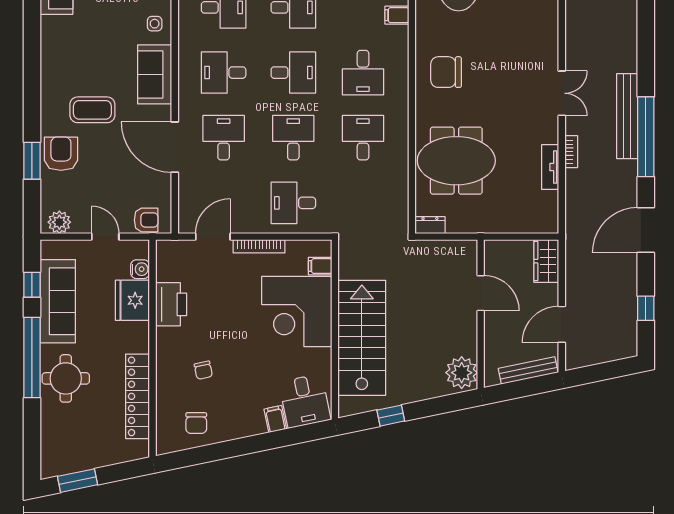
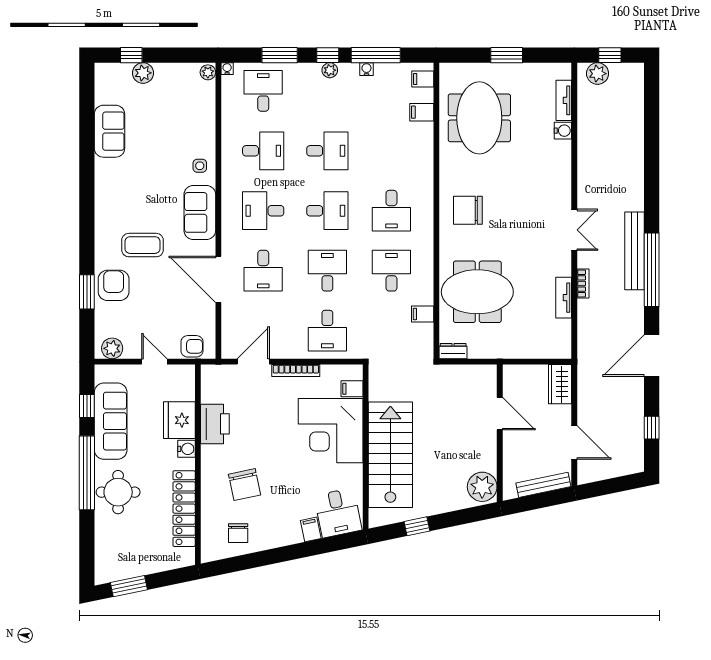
filing cabinet: (397, 15) -> (423, 314), moved
desk: (224, 138) -> (263, 271), turned 180
desk: (293, 203) -> (327, 331), turned -90
water cooler: (140, 269) -> (186, 449), moved
door: (562, 324) -> (574, 442), swing flipped
chair: (203, 370) -> (245, 485), width x1.87, depth x1.87

